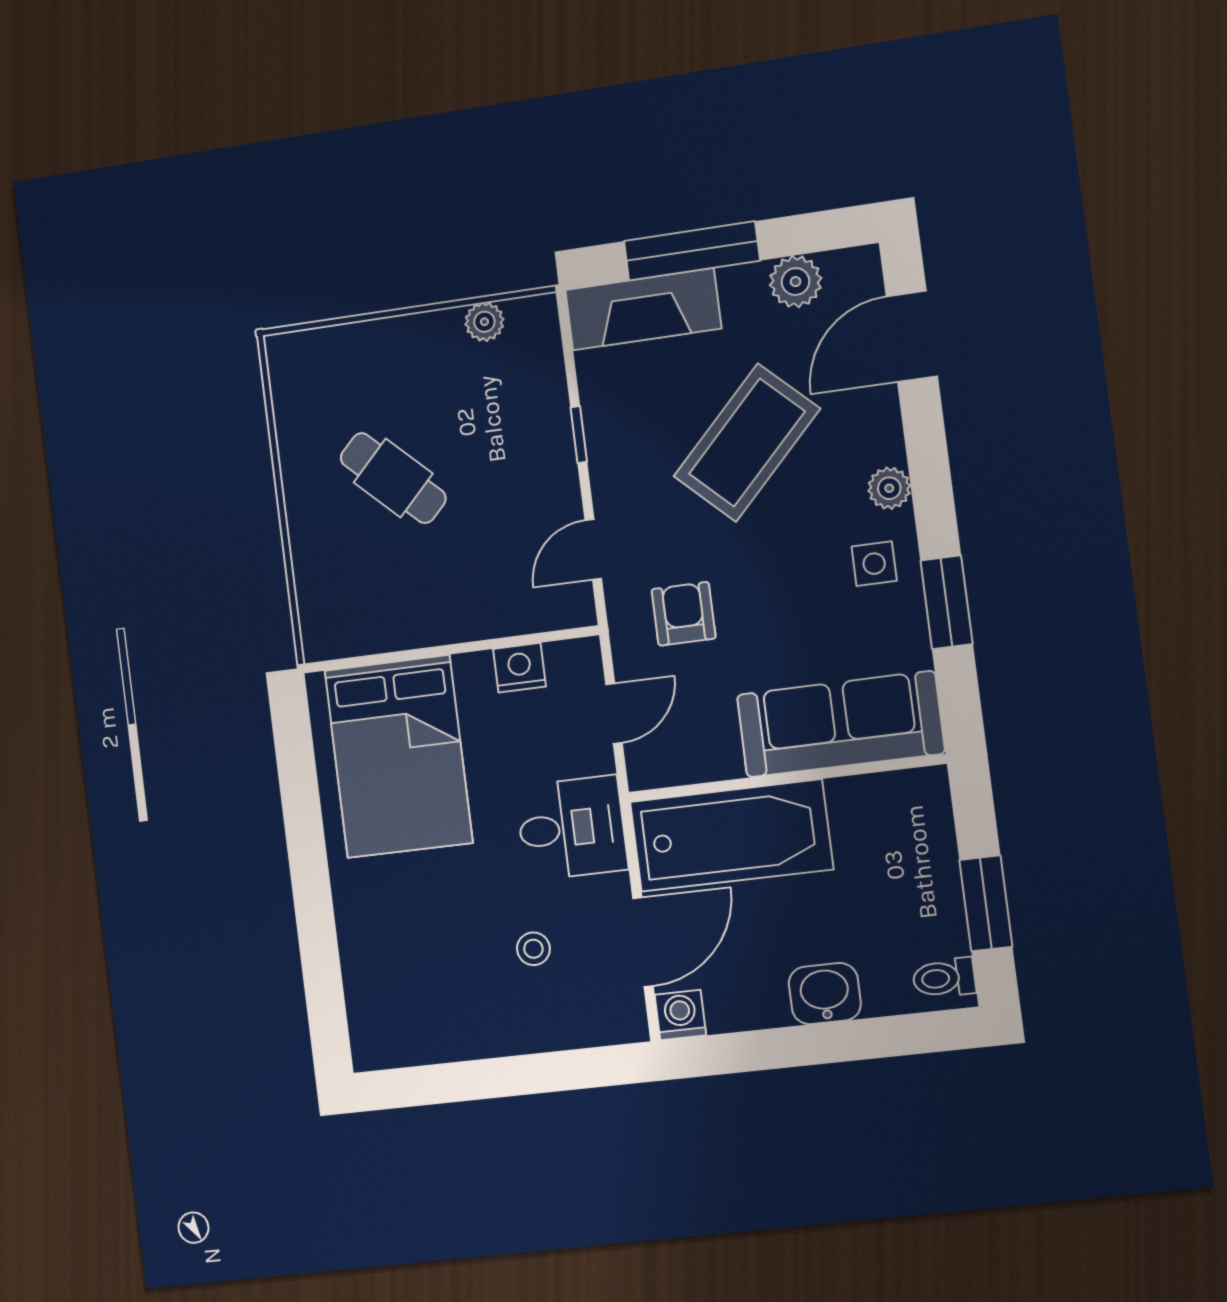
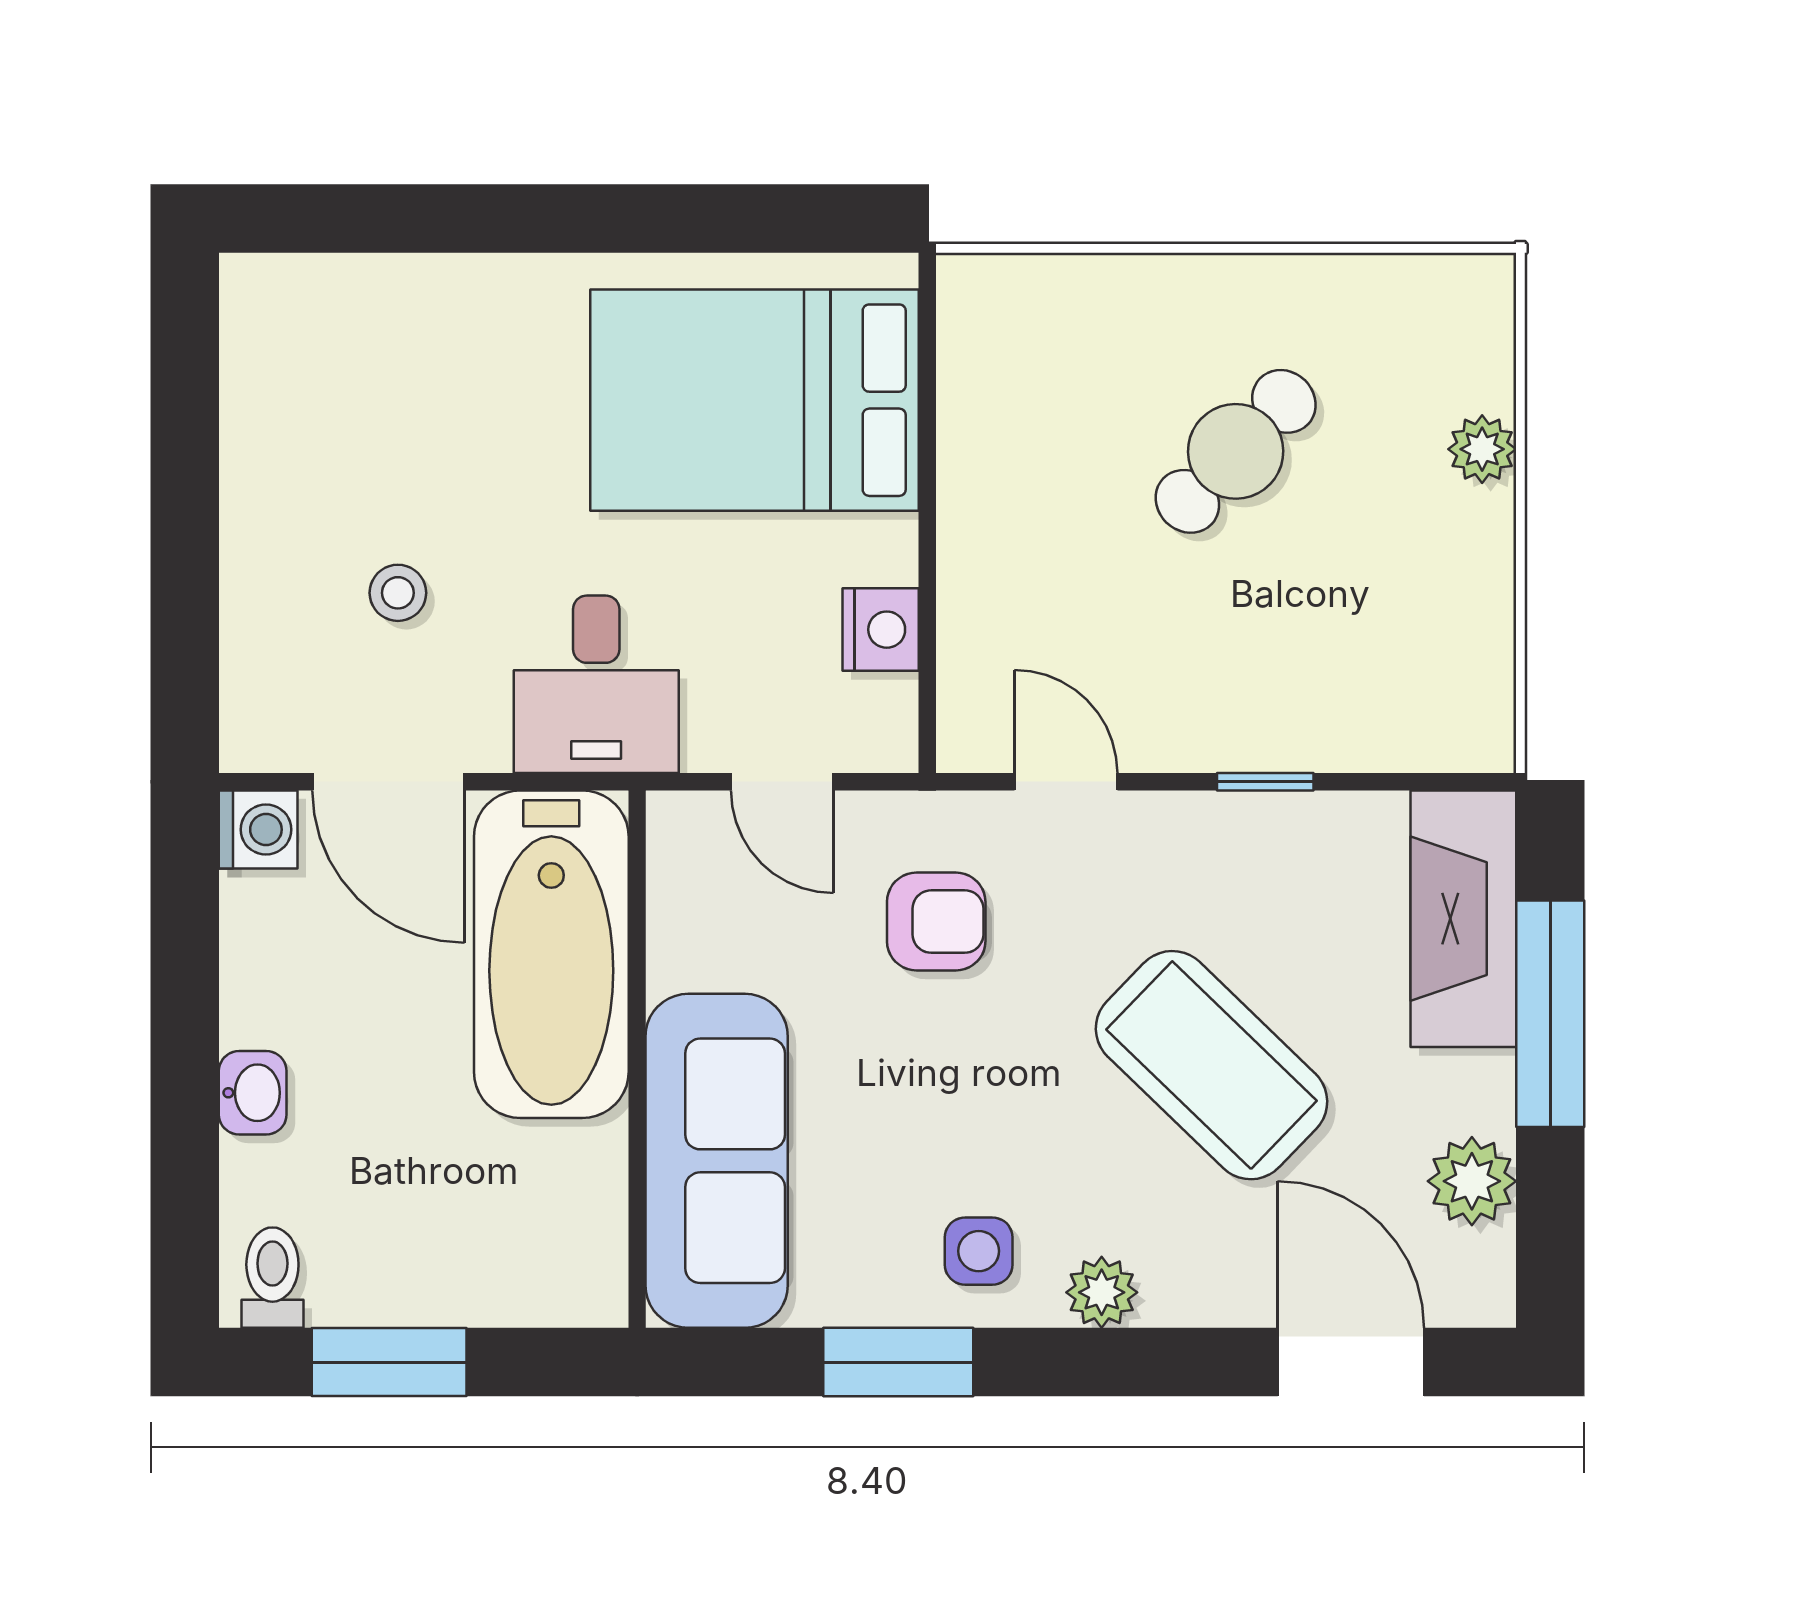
plant: (484, 322) -> (1482, 449), moved
washbasin: (825, 994) -> (253, 1093), width x0.72, depth x0.69

